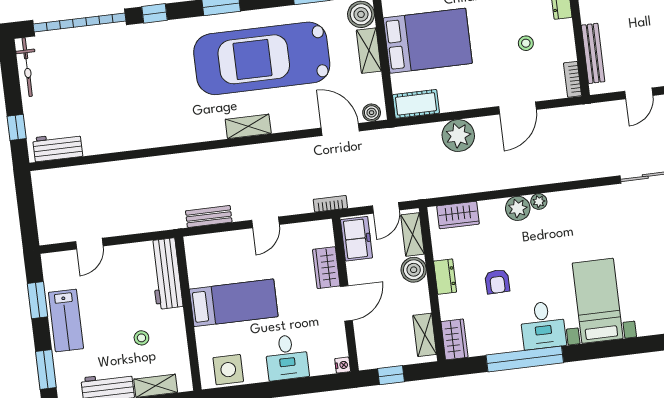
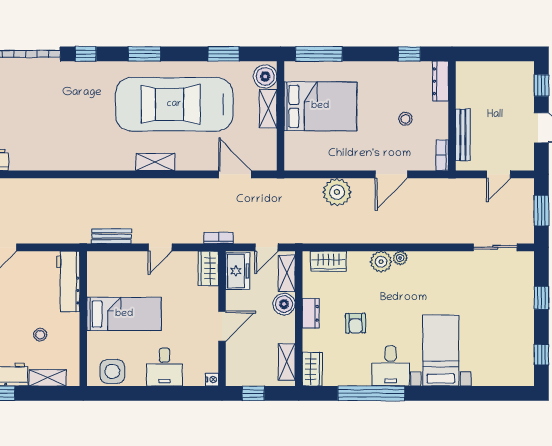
cot: (416, 104) -> (304, 160), removed
boiler: (372, 113) -> (264, 163), removed
wardrobe: (326, 268) -> (208, 268), moved

